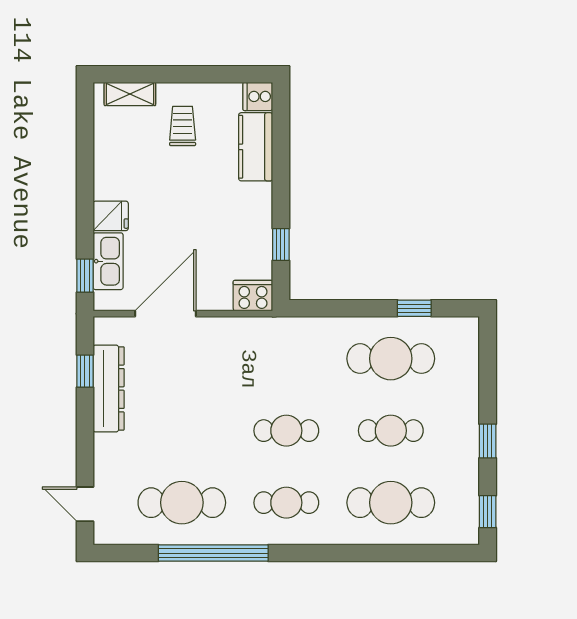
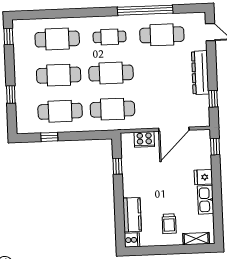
kitchen sink: (108, 261) -> (206, 200), moved
cooker: (253, 296) -> (144, 139), moved
cafe table: (286, 359) -> (112, 109), added
dresser: (109, 388) -> (200, 73), moved
cafe table: (286, 431) -> (111, 73), width x1.37, depth x1.35
cafe table: (391, 431) -> (59, 75), width x1.37, depth x1.35
window: (488, 441) -> (11, 95), moved

